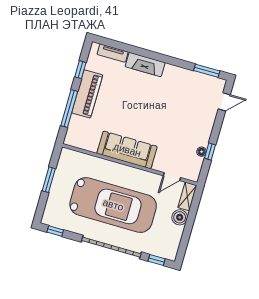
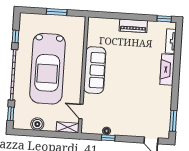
window: (80, 70) -> (164, 19), moved
piano: (87, 94) -> (133, 26), width x0.73, depth x0.75
window: (69, 109) -> (118, 16), removed
boiler: (180, 217) -> (37, 124), moved
window: (55, 231) -> (16, 36), moved

